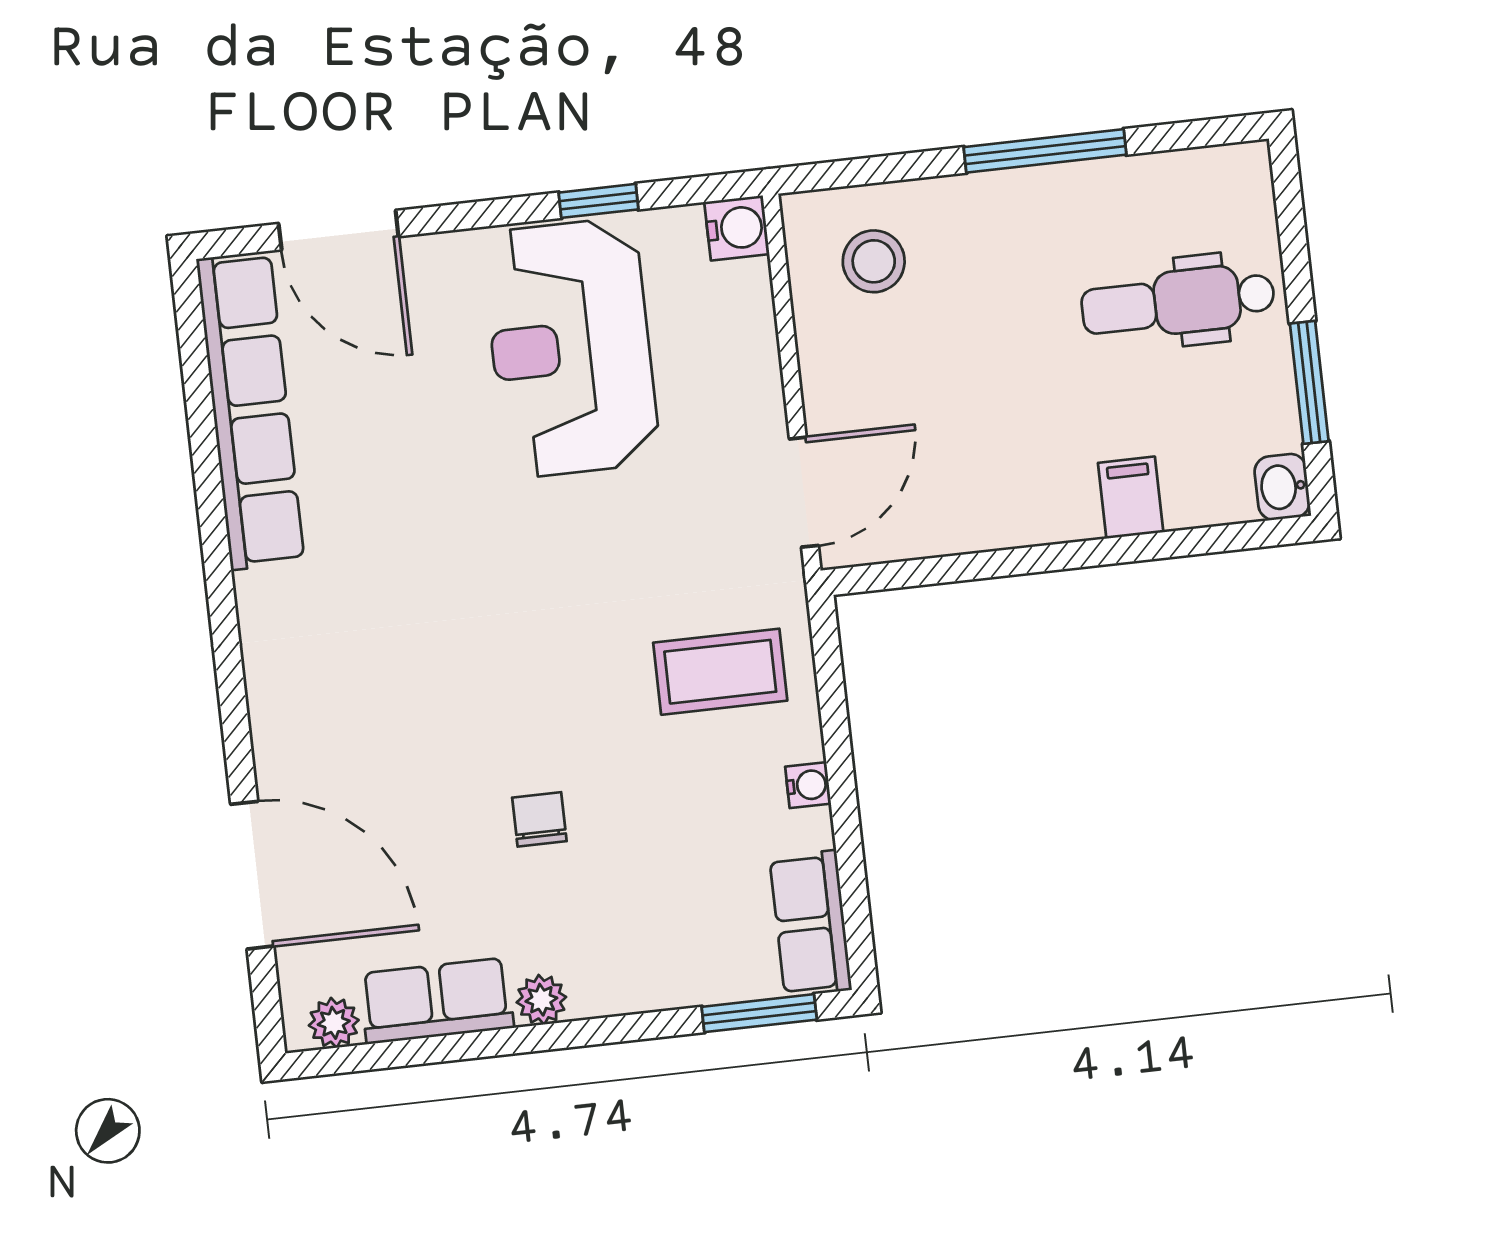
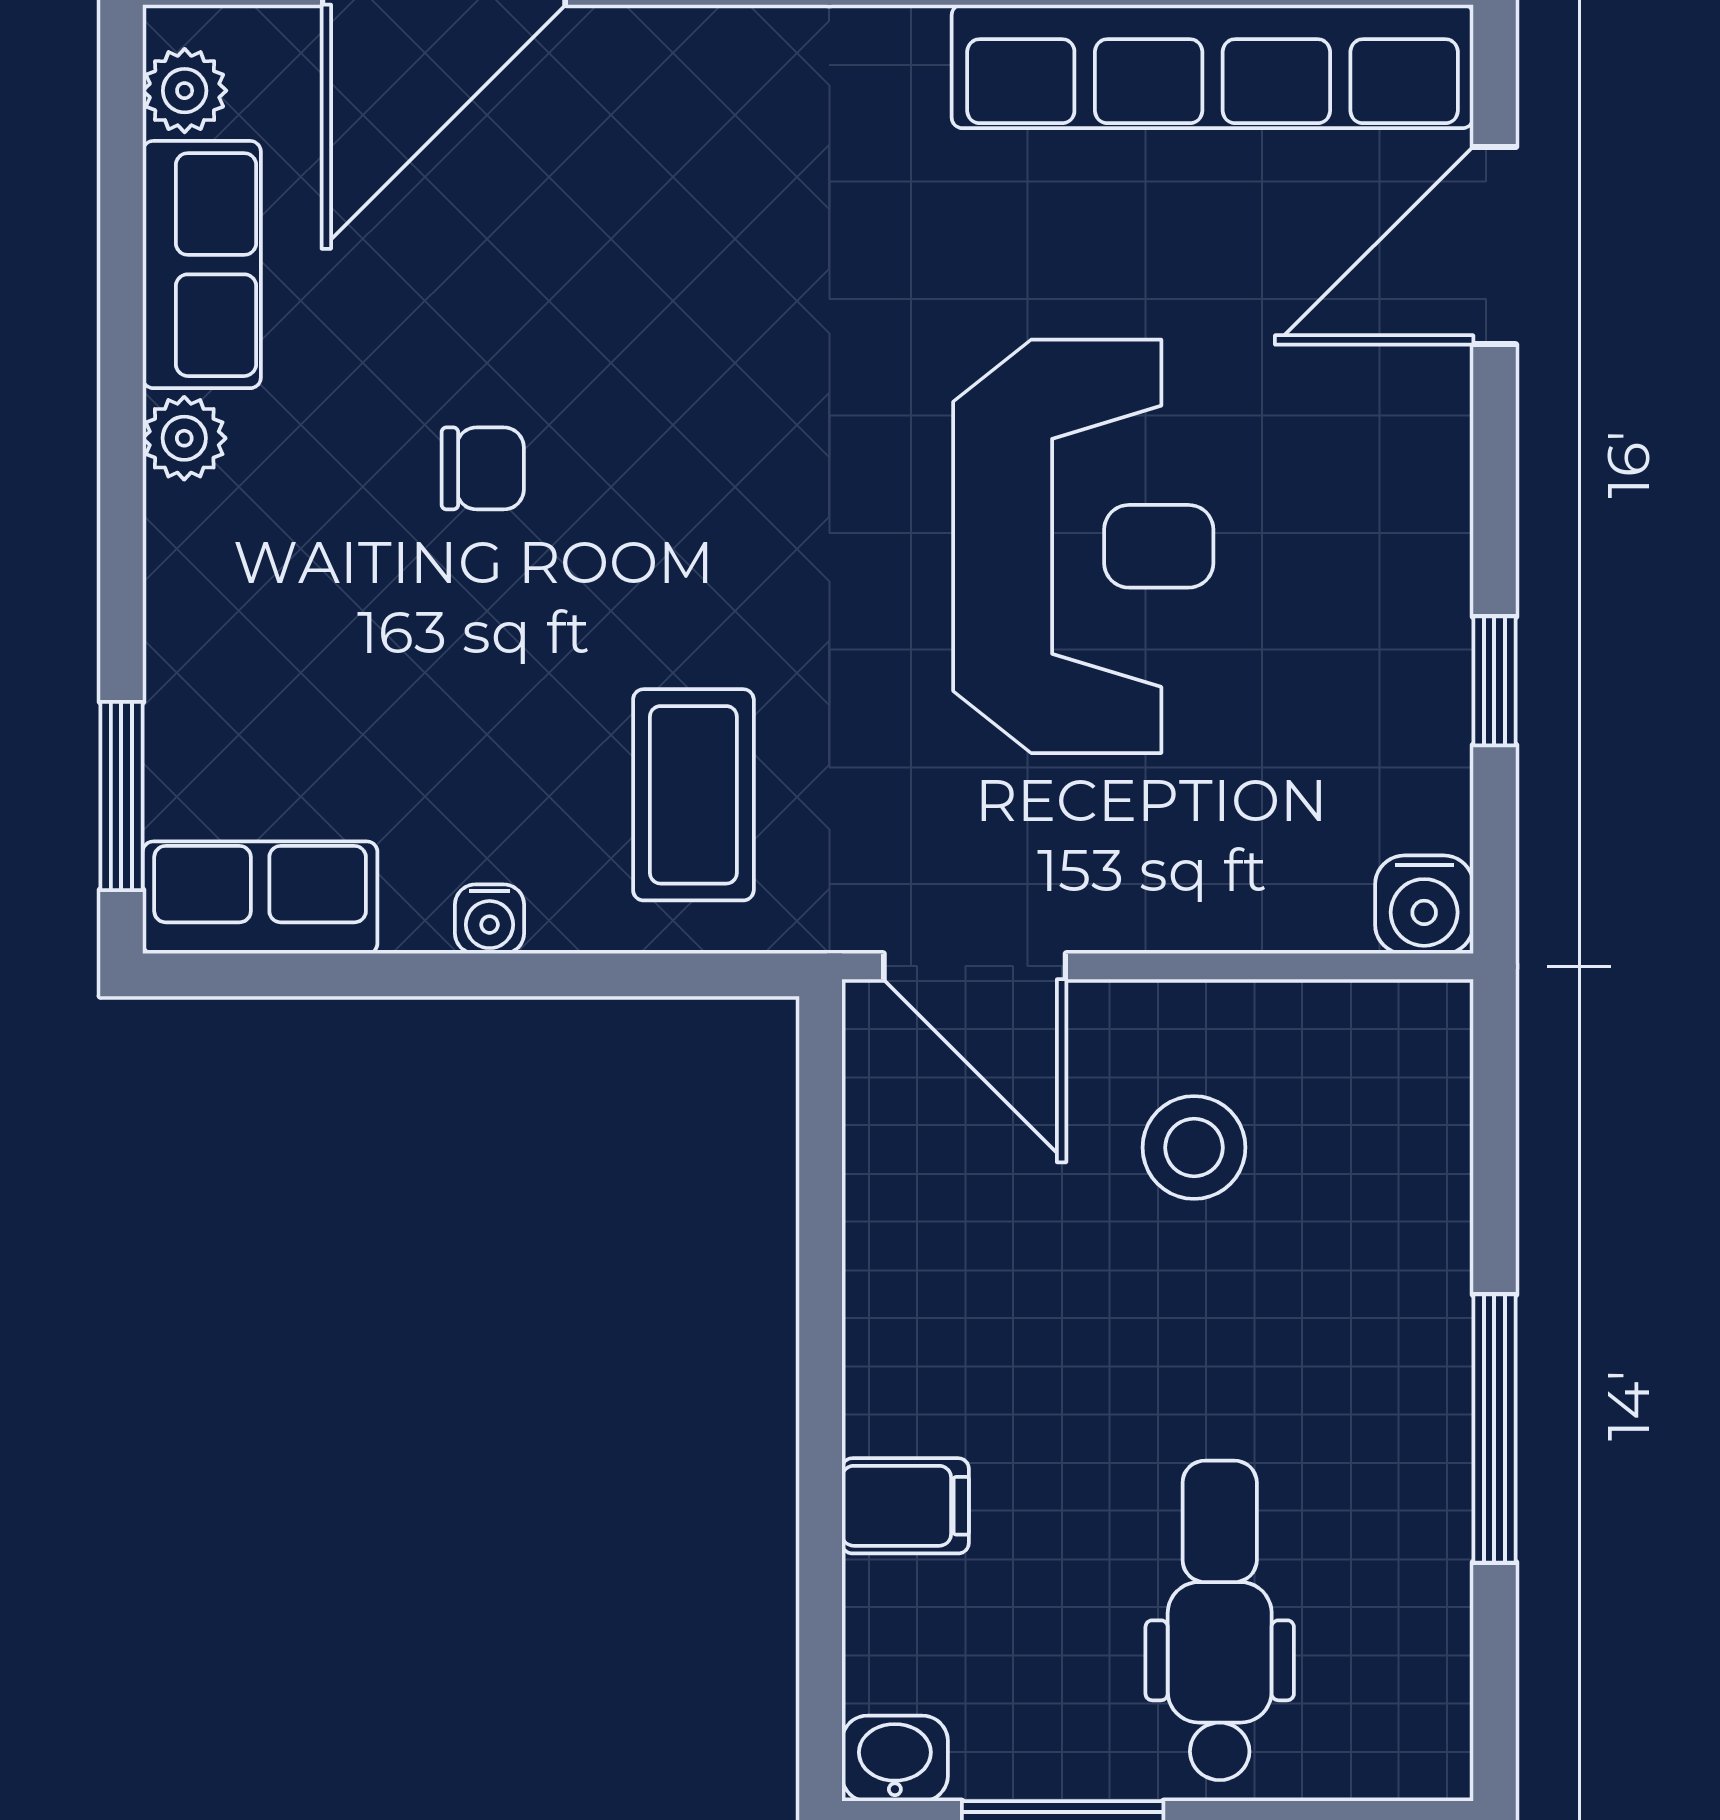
stool: (874, 261) -> (1194, 1148), moved
reception desk: (571, 348) -> (1083, 546), moved, turned 90

